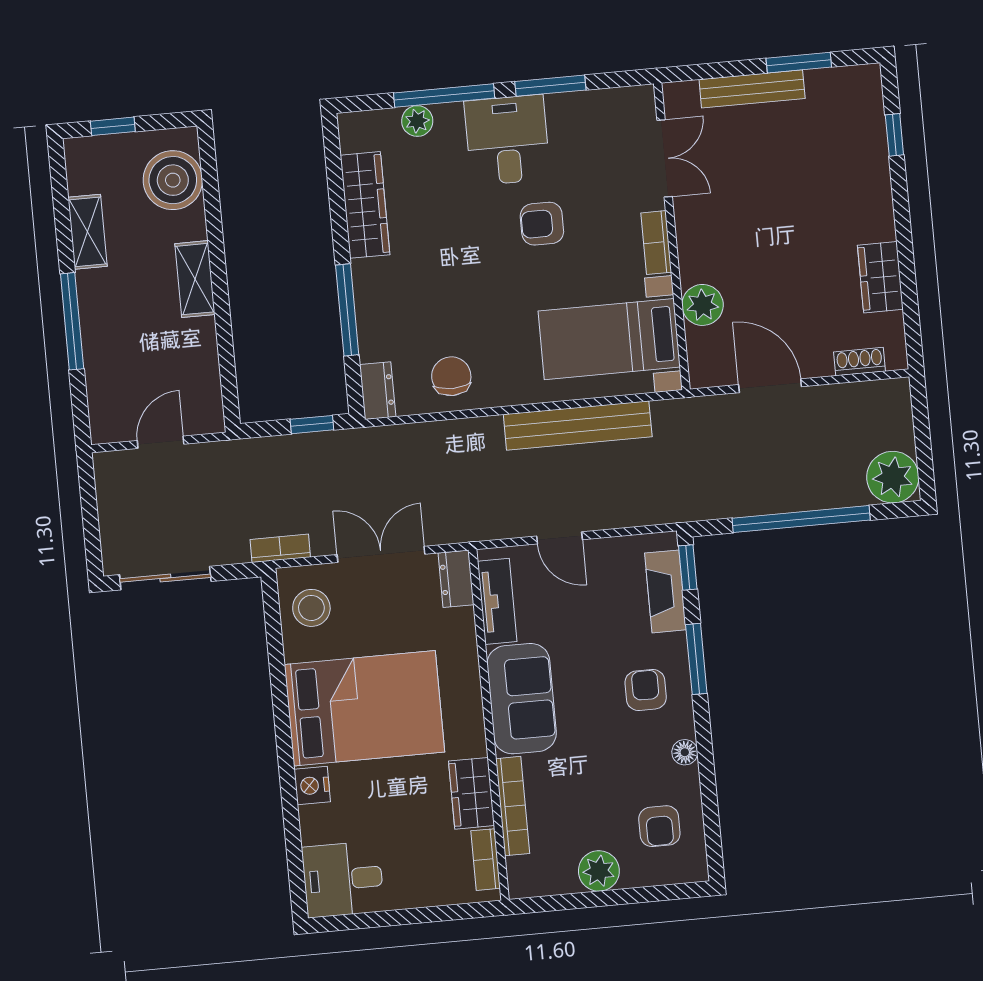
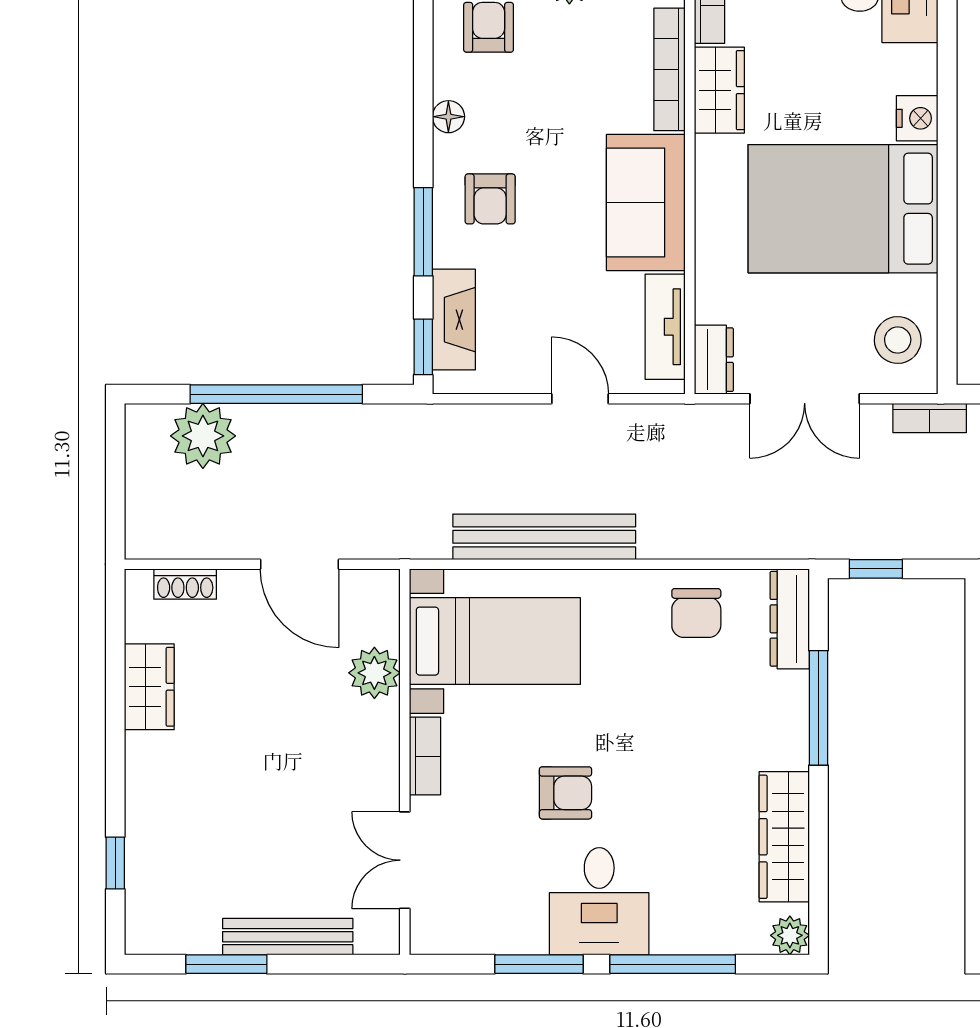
plant: (417, 121) -> (790, 935), moved
dresser: (378, 391) -> (790, 619), width x1.44
plant: (893, 477) -> (203, 436), moved

